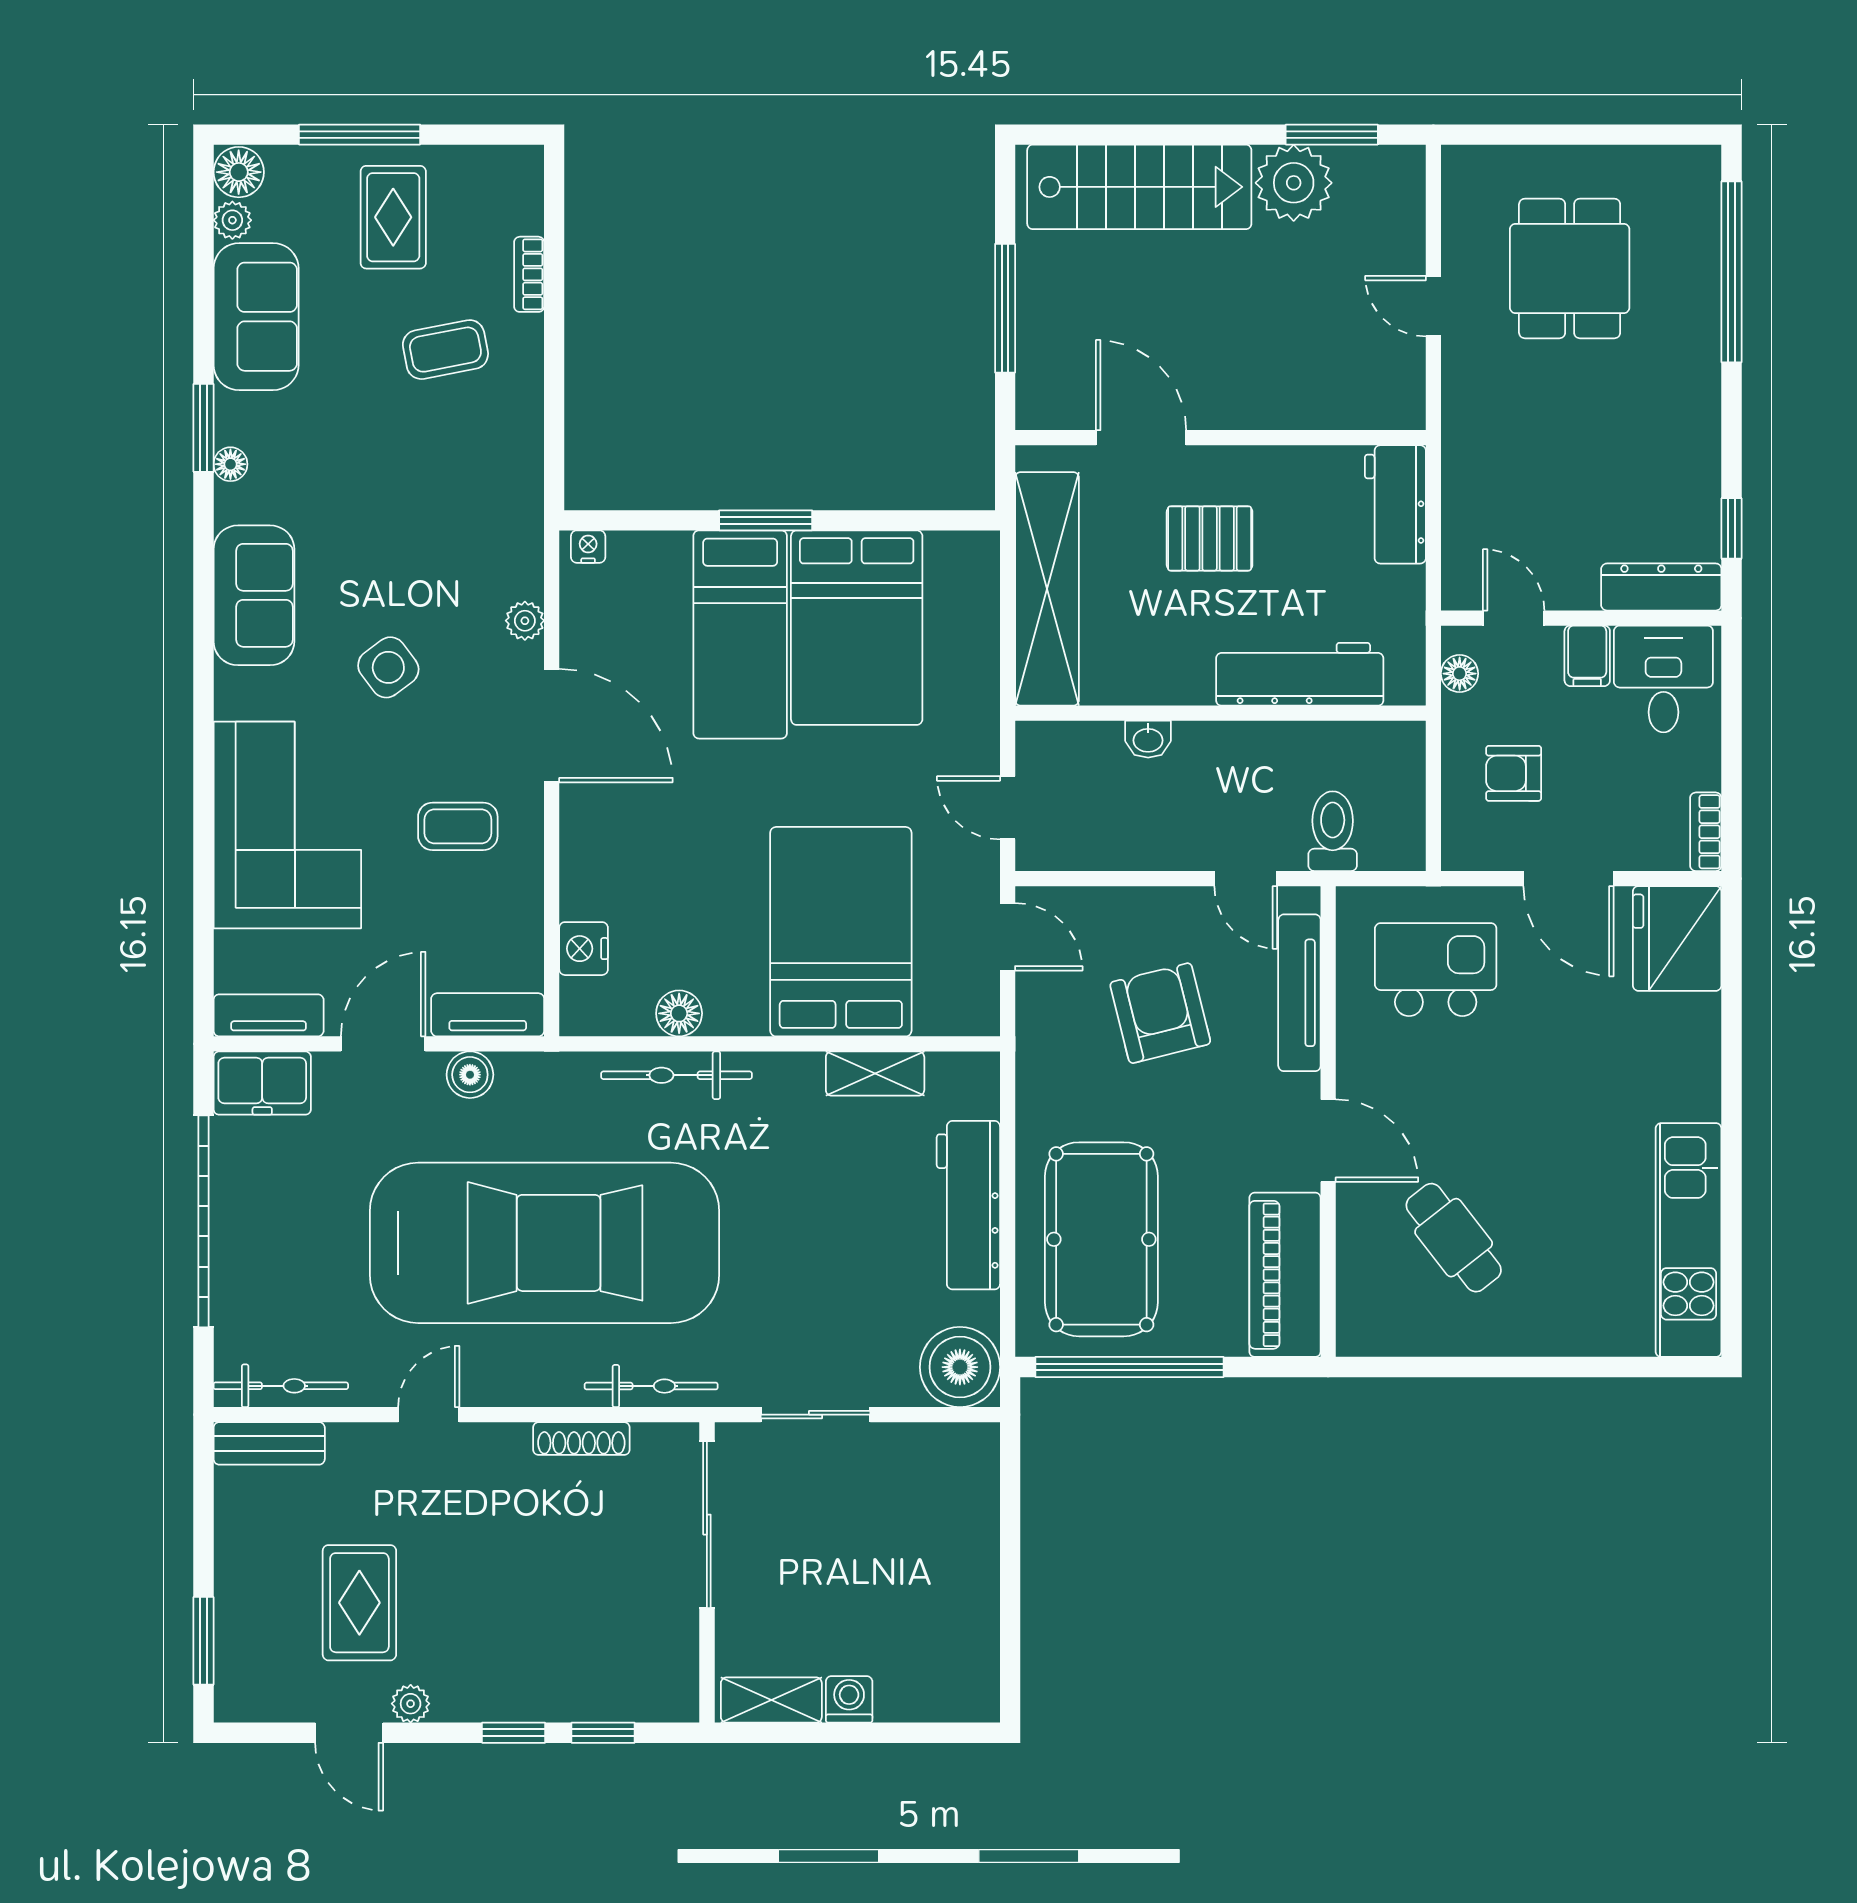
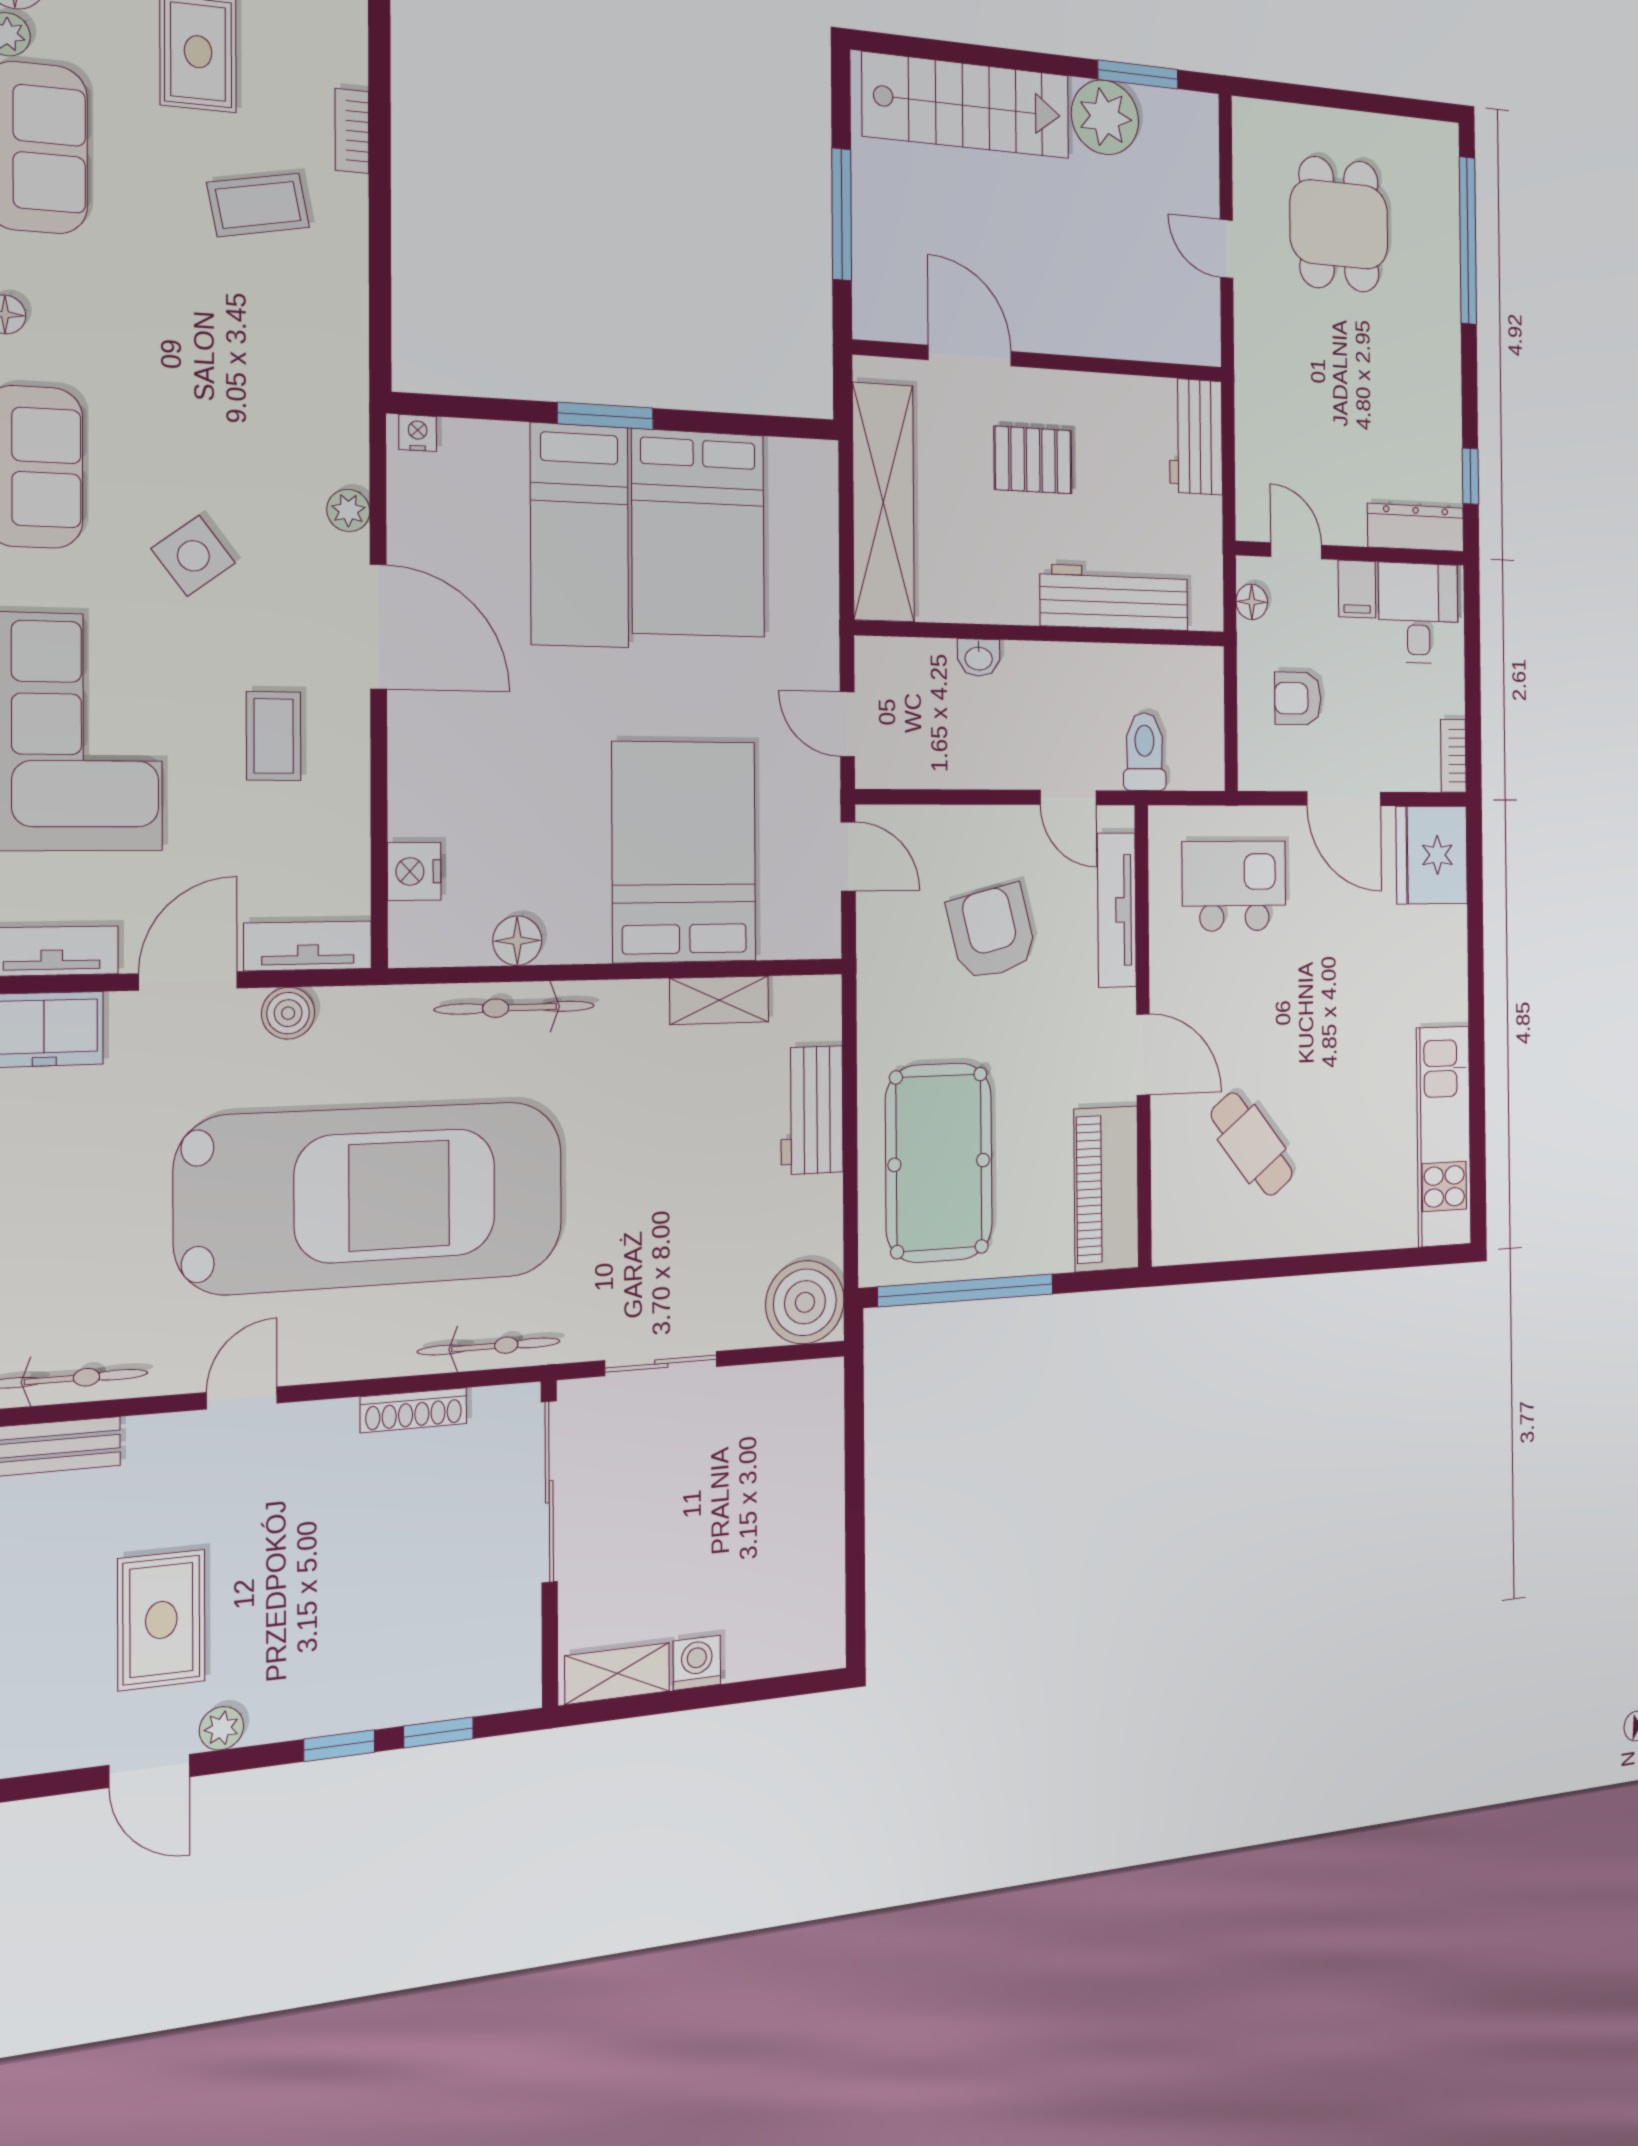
coffee table: (458, 826) -> (274, 736), turned 90
workbench: (968, 1205) -> (812, 1110), width x0.73

